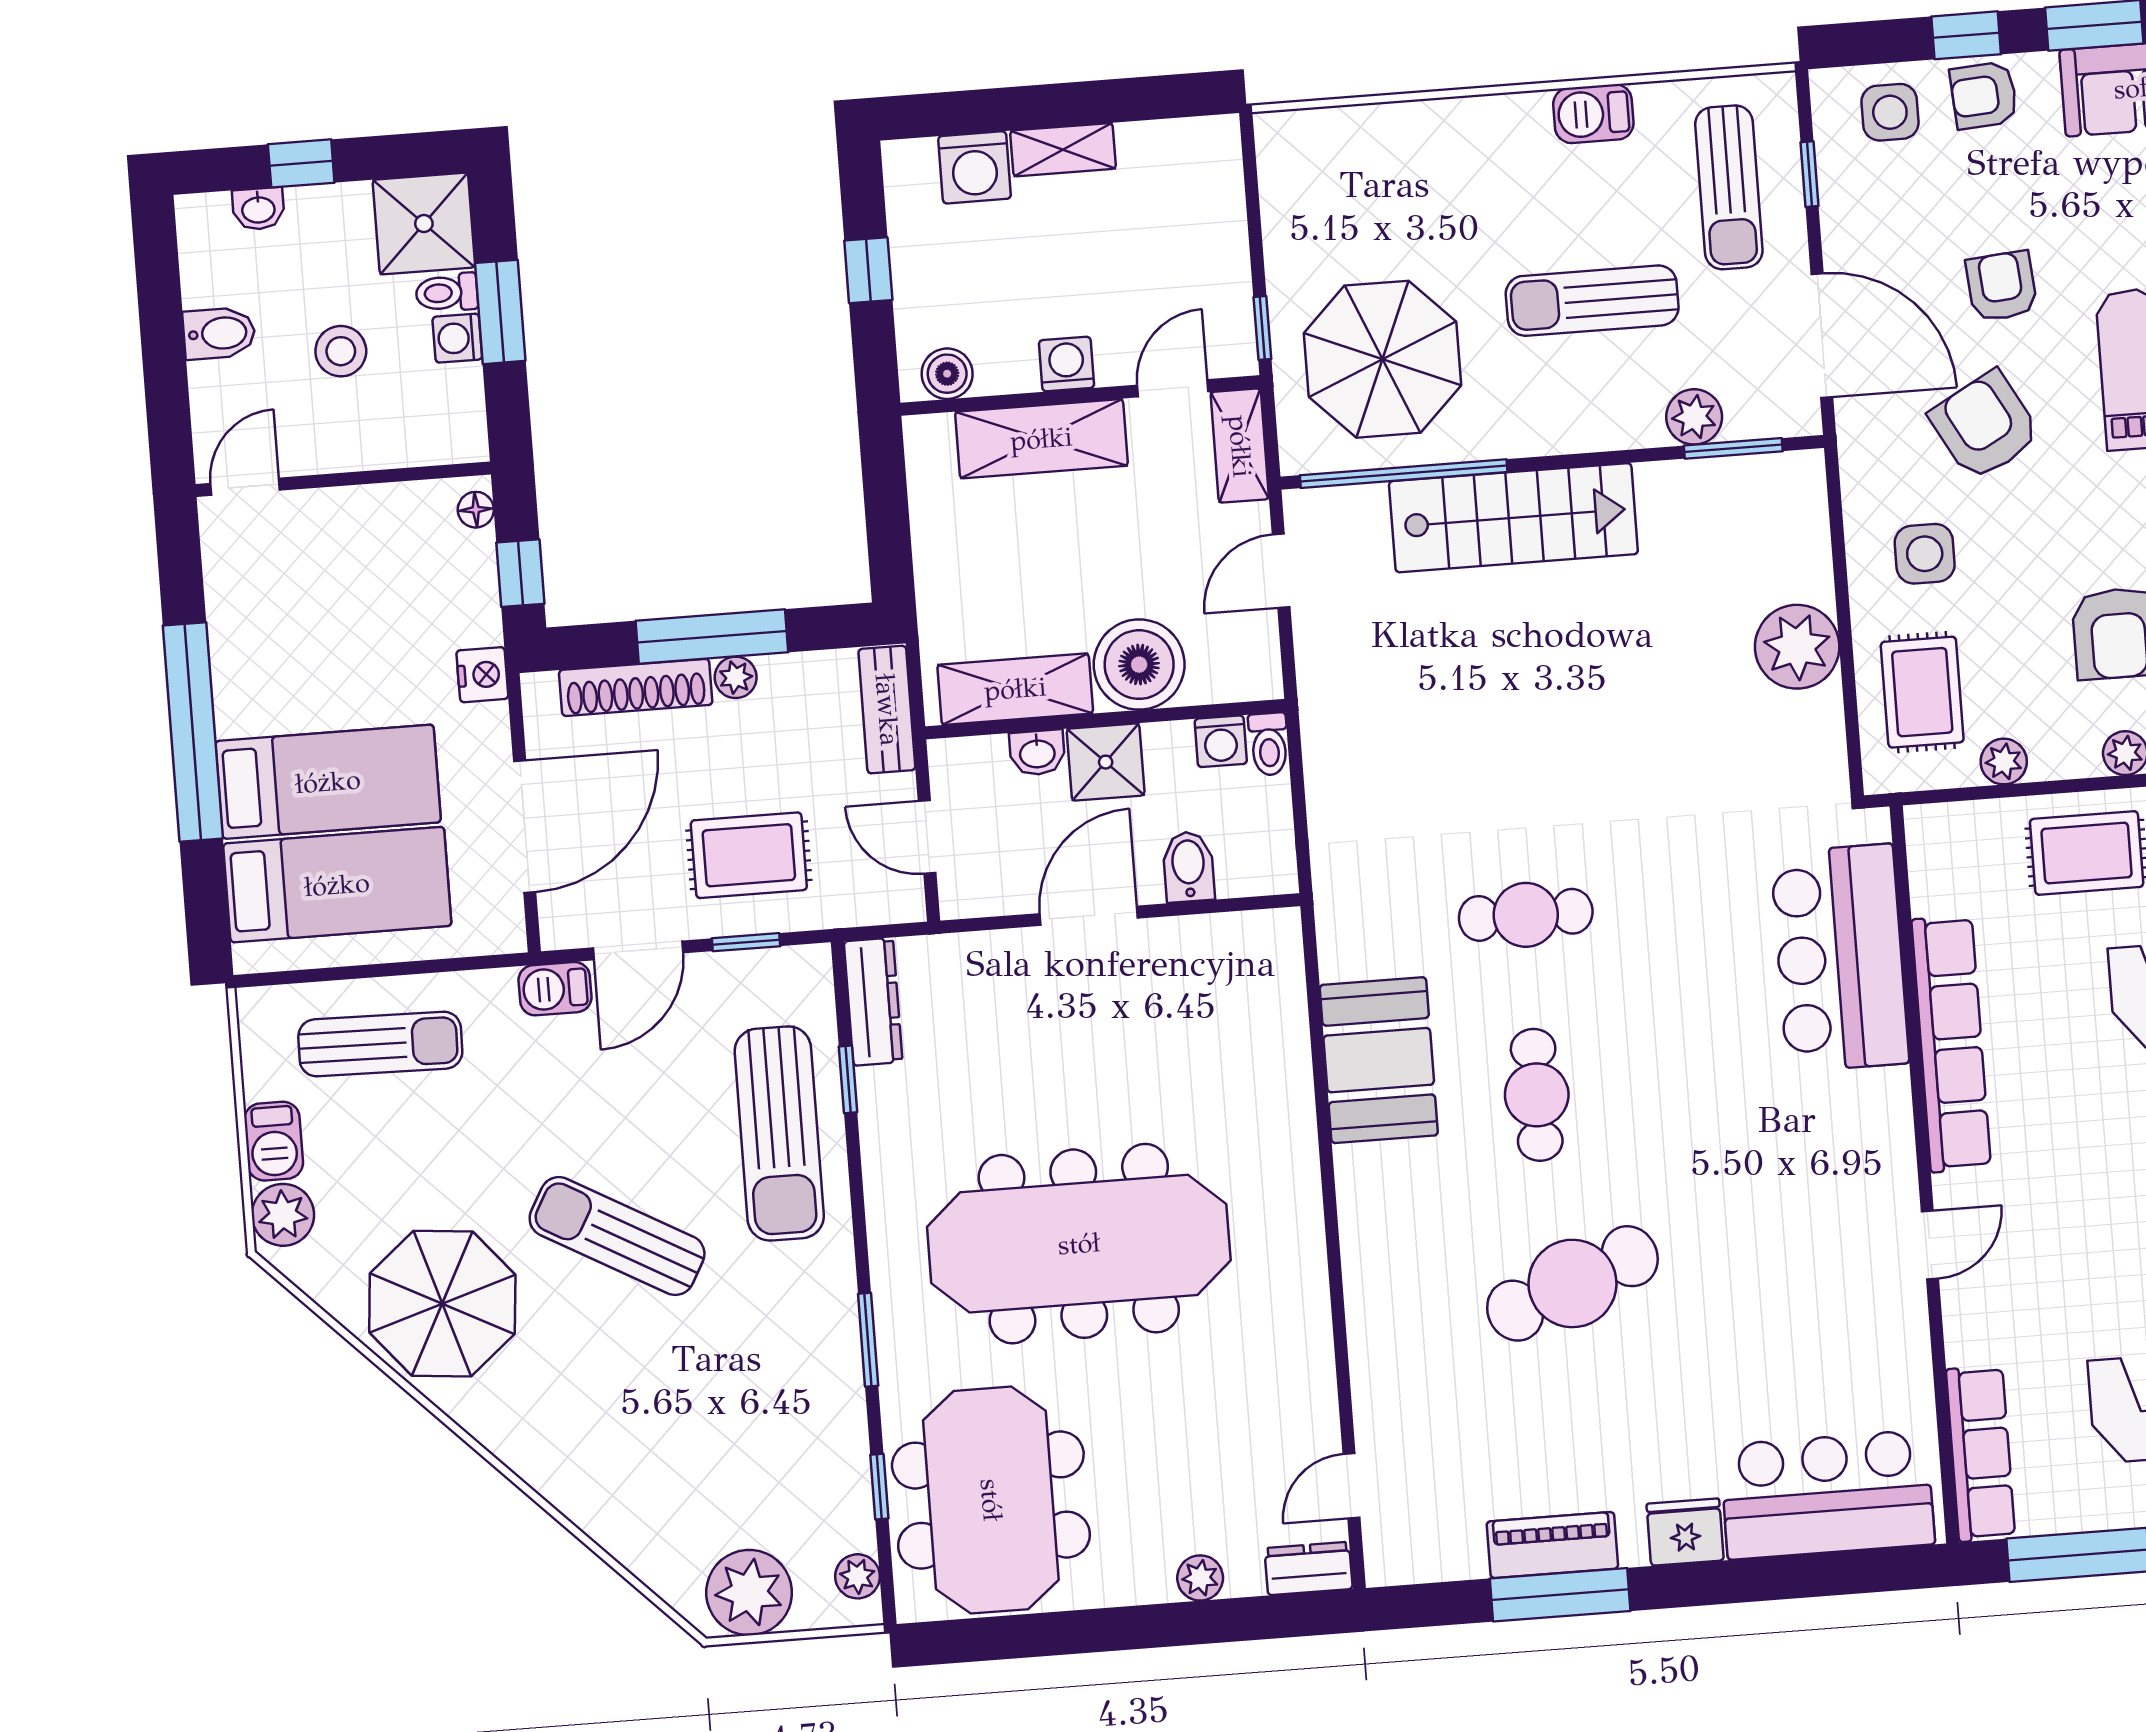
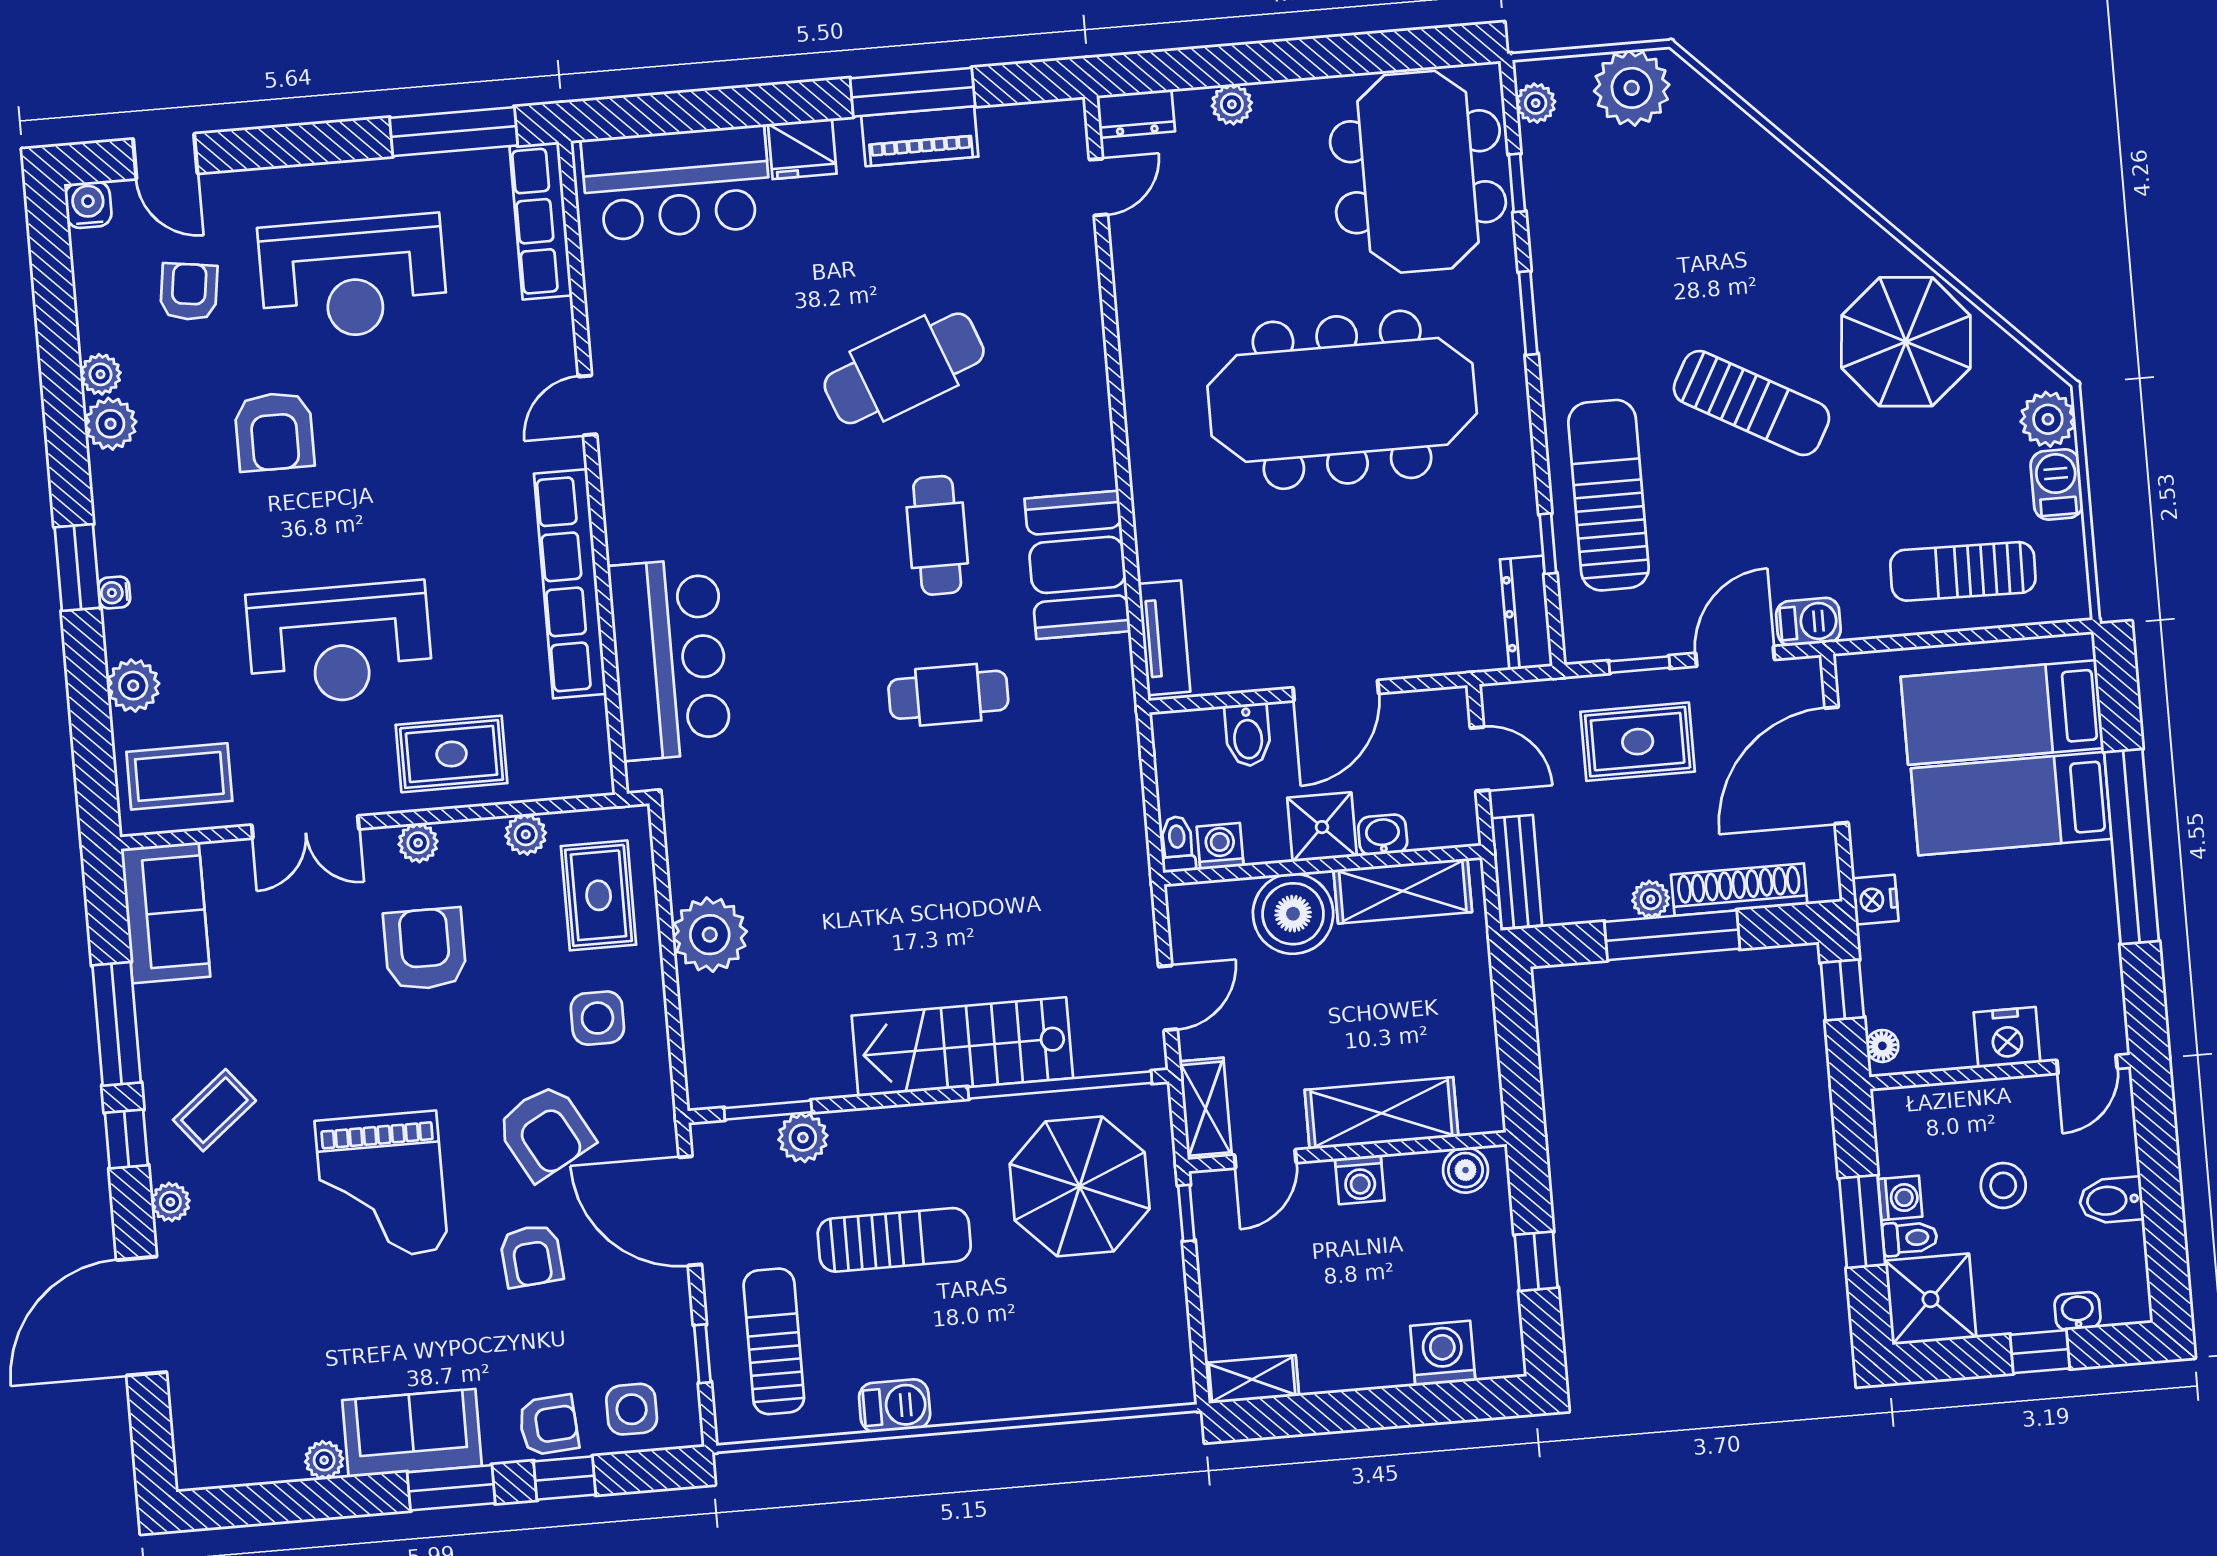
shelving: (1063, 150) -> (1252, 1379), moved
nightstand: (335, 518) -> (2007, 1037), added
tv unit: (1282, 977) -> (1164, 638), added

